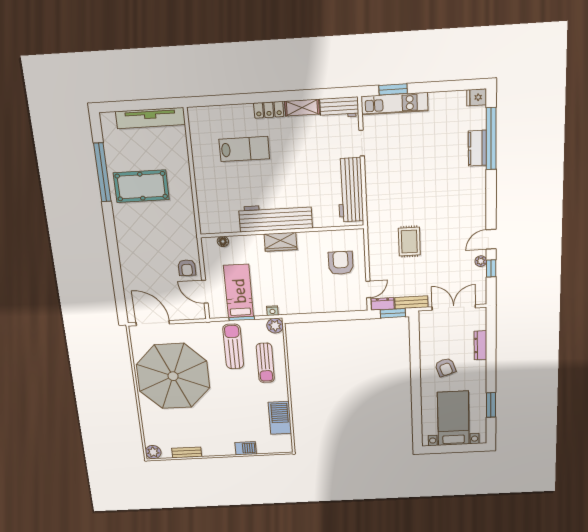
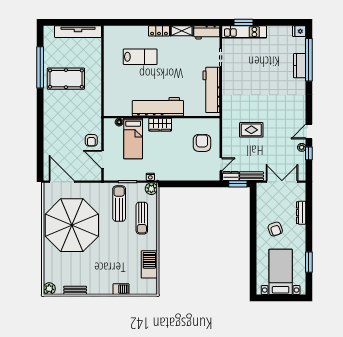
rug: (409, 242) -> (251, 130), turned 90
bed: (239, 291) -> (133, 139), moved, turned 180

